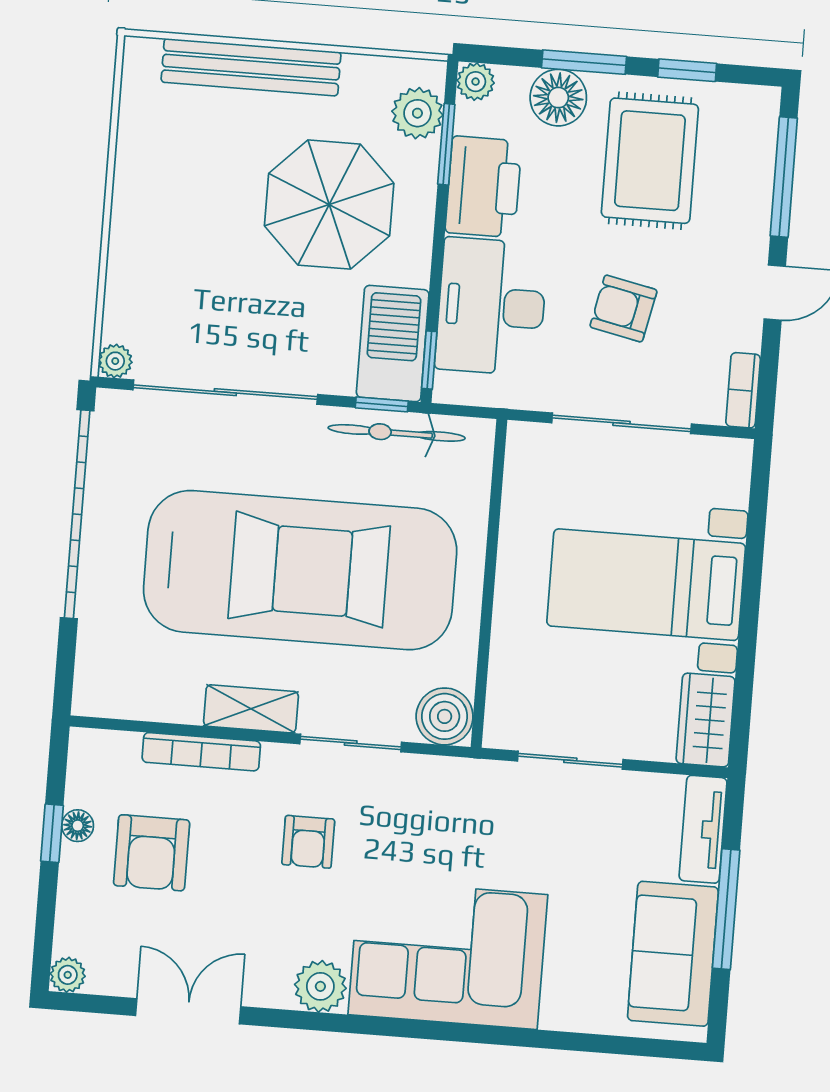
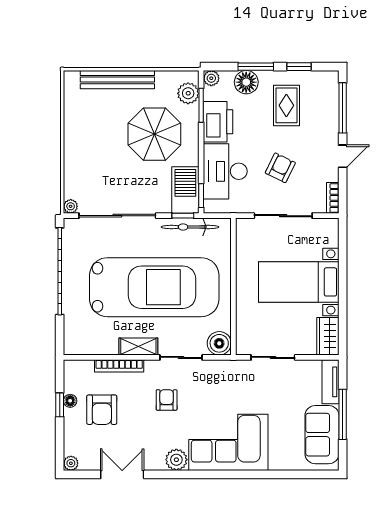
rug: (650, 161) -> (286, 105), width x0.73, depth x0.70
armchair: (623, 308) -> (280, 168), turned 104
armchair: (308, 842) -> (167, 400), turned 180

